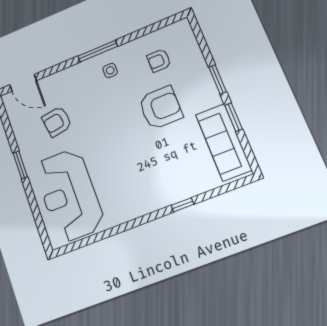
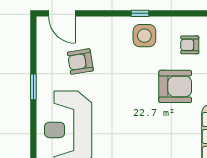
window: (98, 51) -> (140, 13), width x0.46
side table: (110, 70) -> (144, 36), width x1.87, depth x1.87

